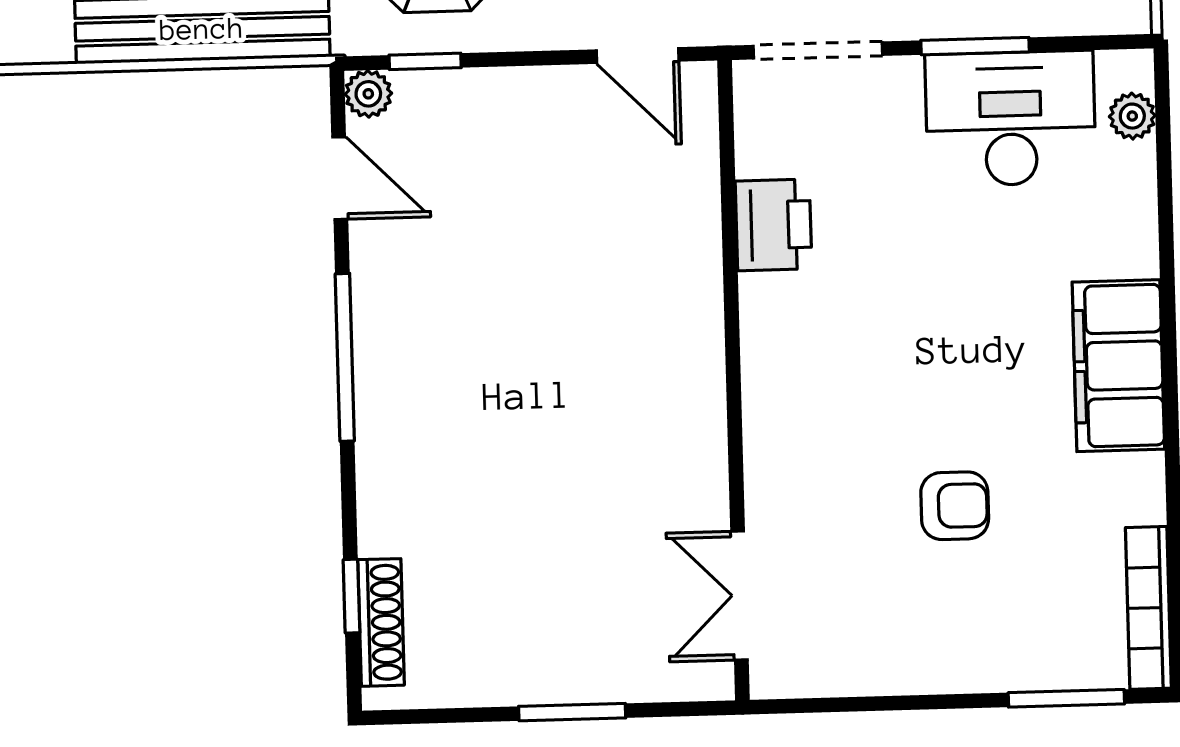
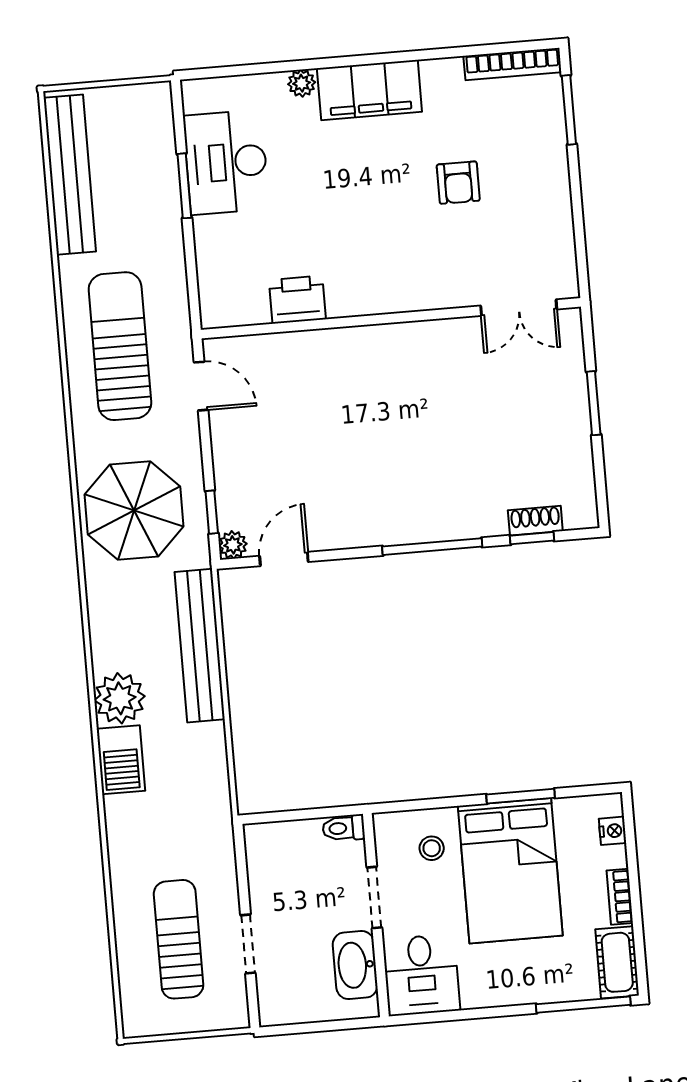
doorway: (818, 50) -> (192, 279), removed
door: (638, 55) -> (201, 386), hinge flipped
plant: (1132, 116) -> (302, 83), moved
window: (345, 357) -> (432, 547), moved
armchair: (955, 506) -> (458, 183), turned 180
shoe rack: (381, 622) -> (535, 521), width x0.70

